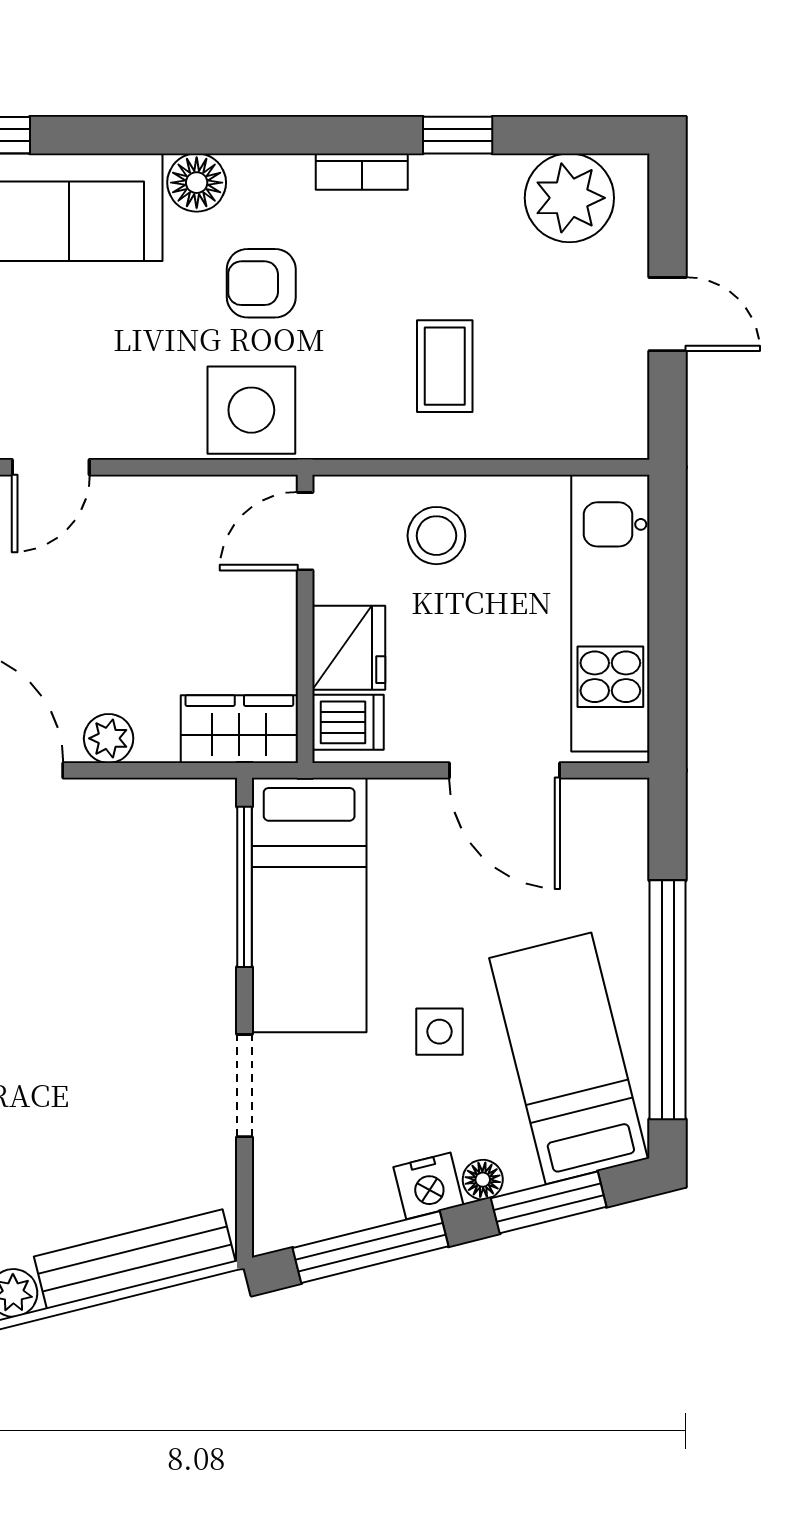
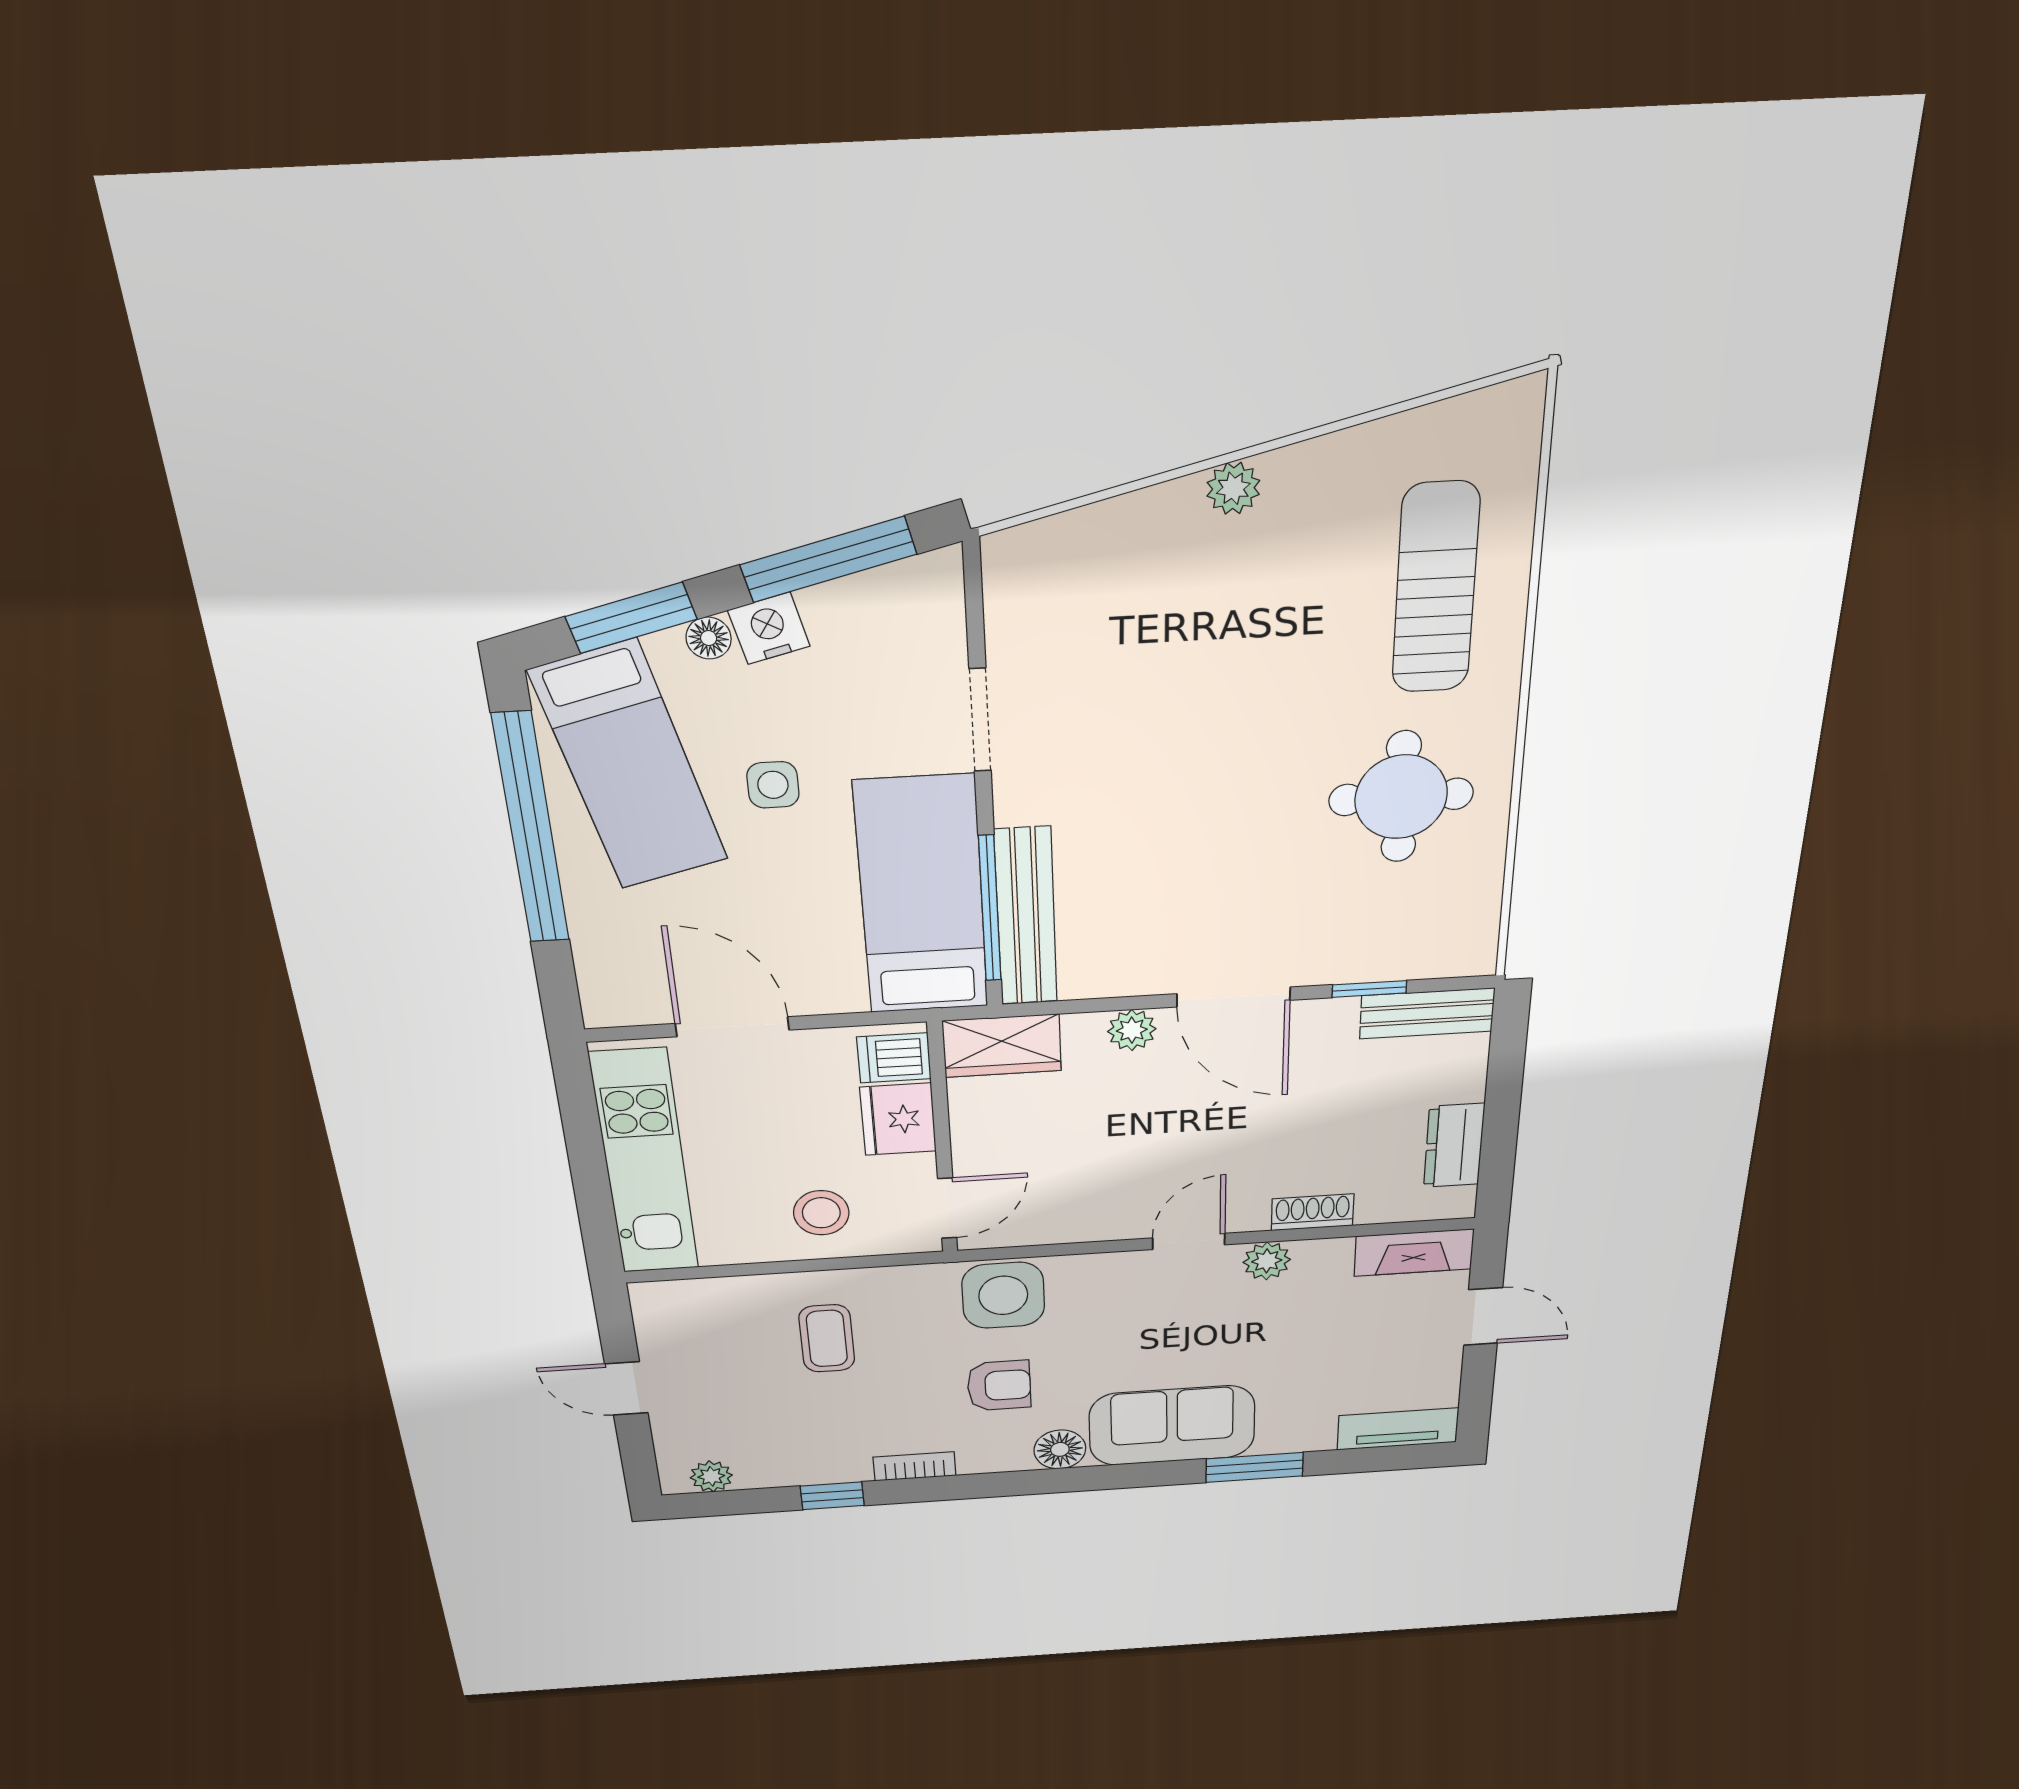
plant: (569, 198) -> (711, 1476), width x0.53, depth x0.53
bench: (135, 1259) -> (1026, 917), moved, turned -76

